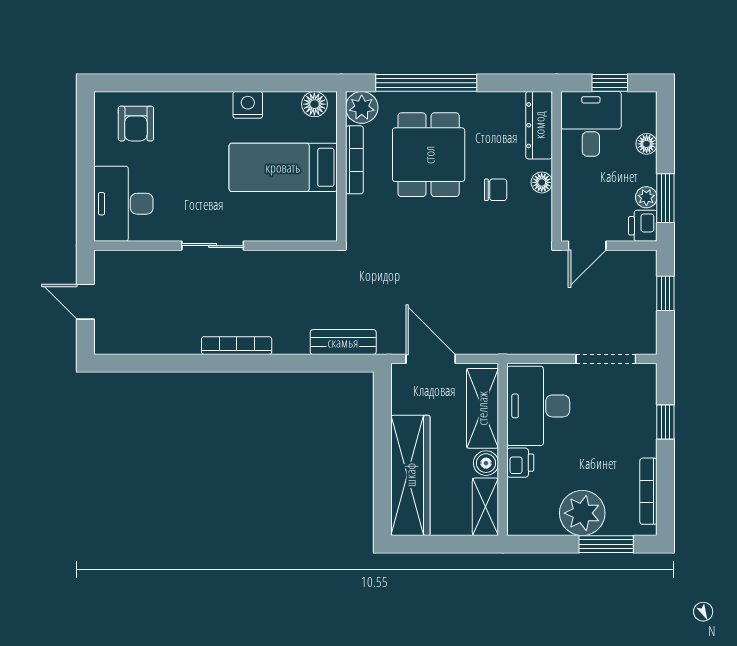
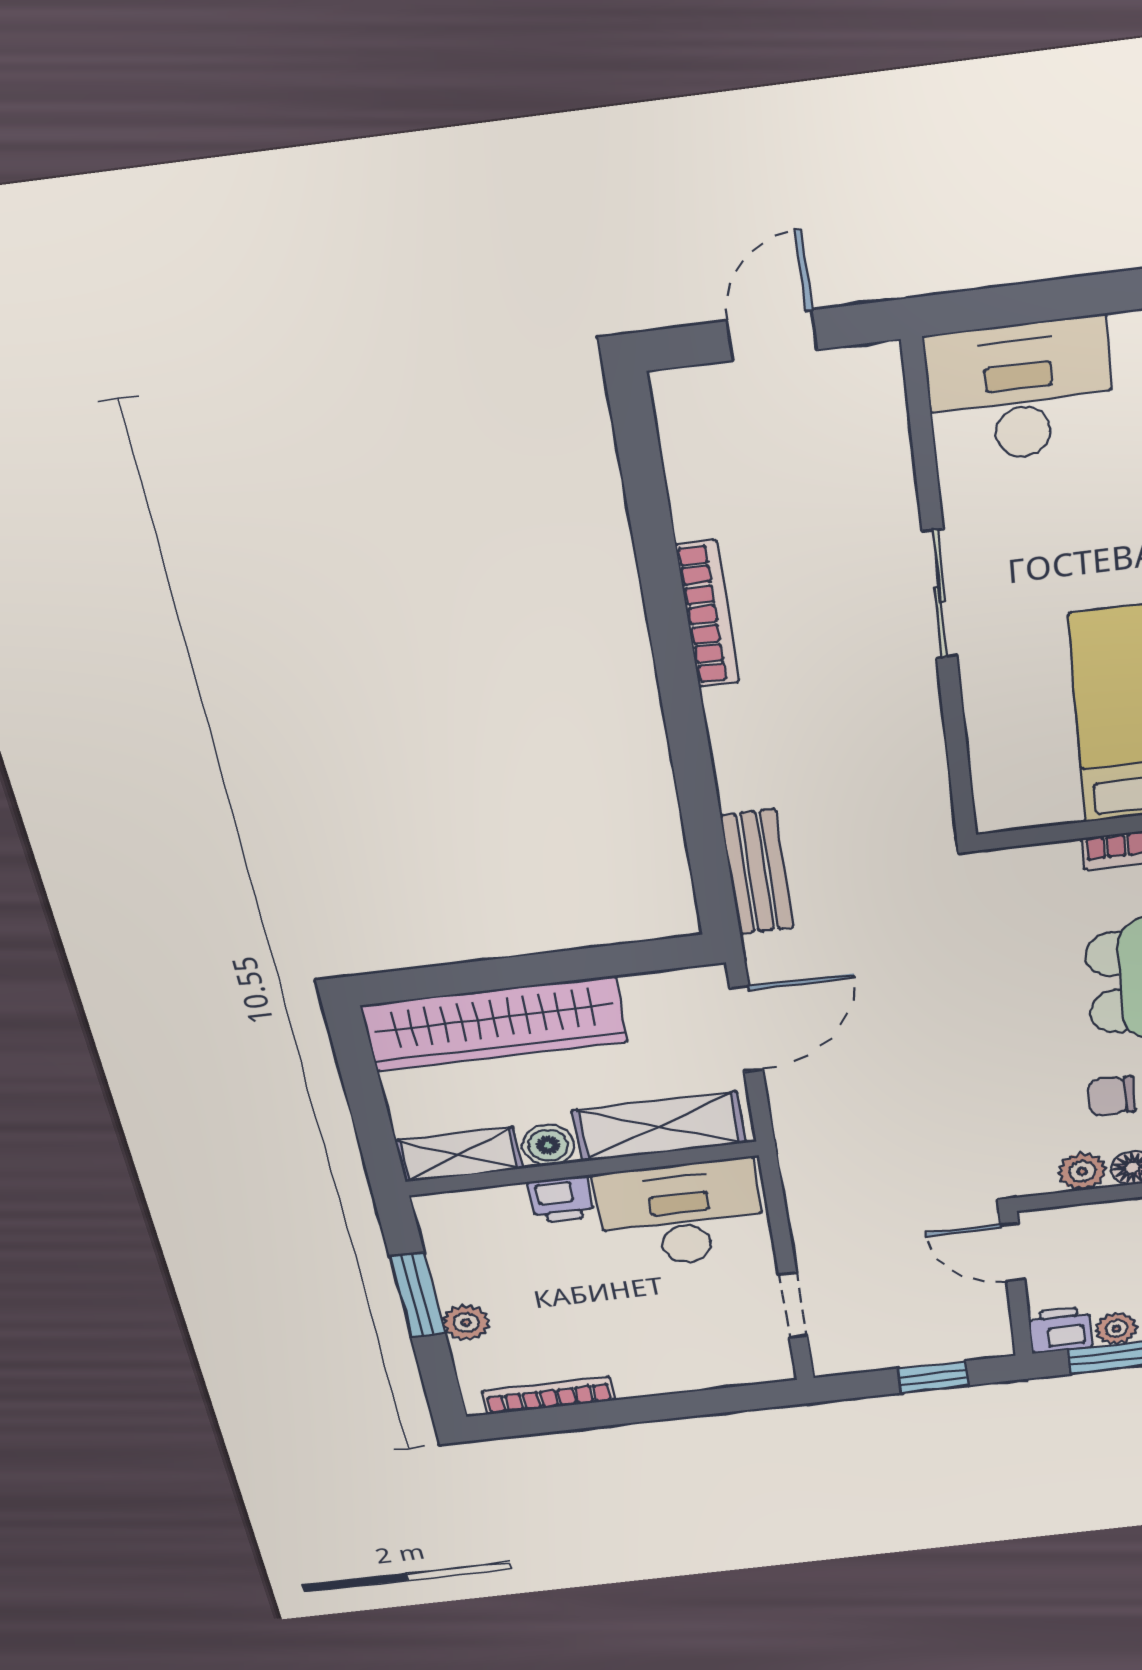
chair: (496, 190) -> (1112, 1096), turned 90
plant: (540, 207) -> (1082, 1171), added
bookcase: (237, 346) -> (708, 614), moved
doorway: (606, 359) -> (793, 1305), width x0.73
window: (665, 422) -> (686, 1405), removed
plant: (582, 513) -> (466, 1323), width x0.53, depth x0.53
window: (606, 544) -> (418, 1295), moved

